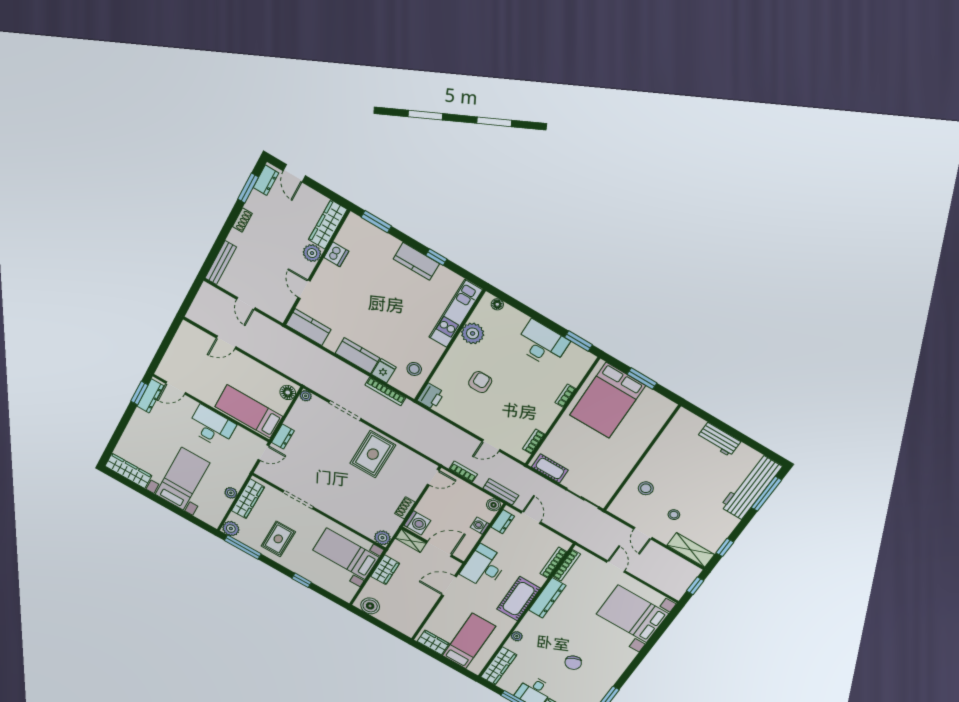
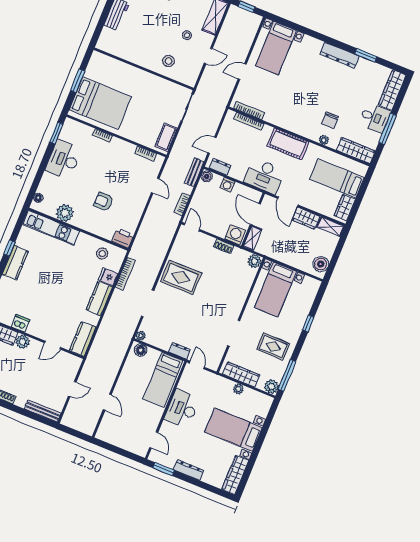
dresser: (150, 396) -> (189, 470), moved
wardrobe: (385, 570) -> (306, 218), moved, turned 180
dresser: (547, 598) -> (340, 55), moved, turned 180
bed with nightstands: (632, 614) -> (276, 48), width x0.73
shelving: (413, 624) -> (330, 227), added
chair: (573, 663) -> (330, 120), moved, turned 117

